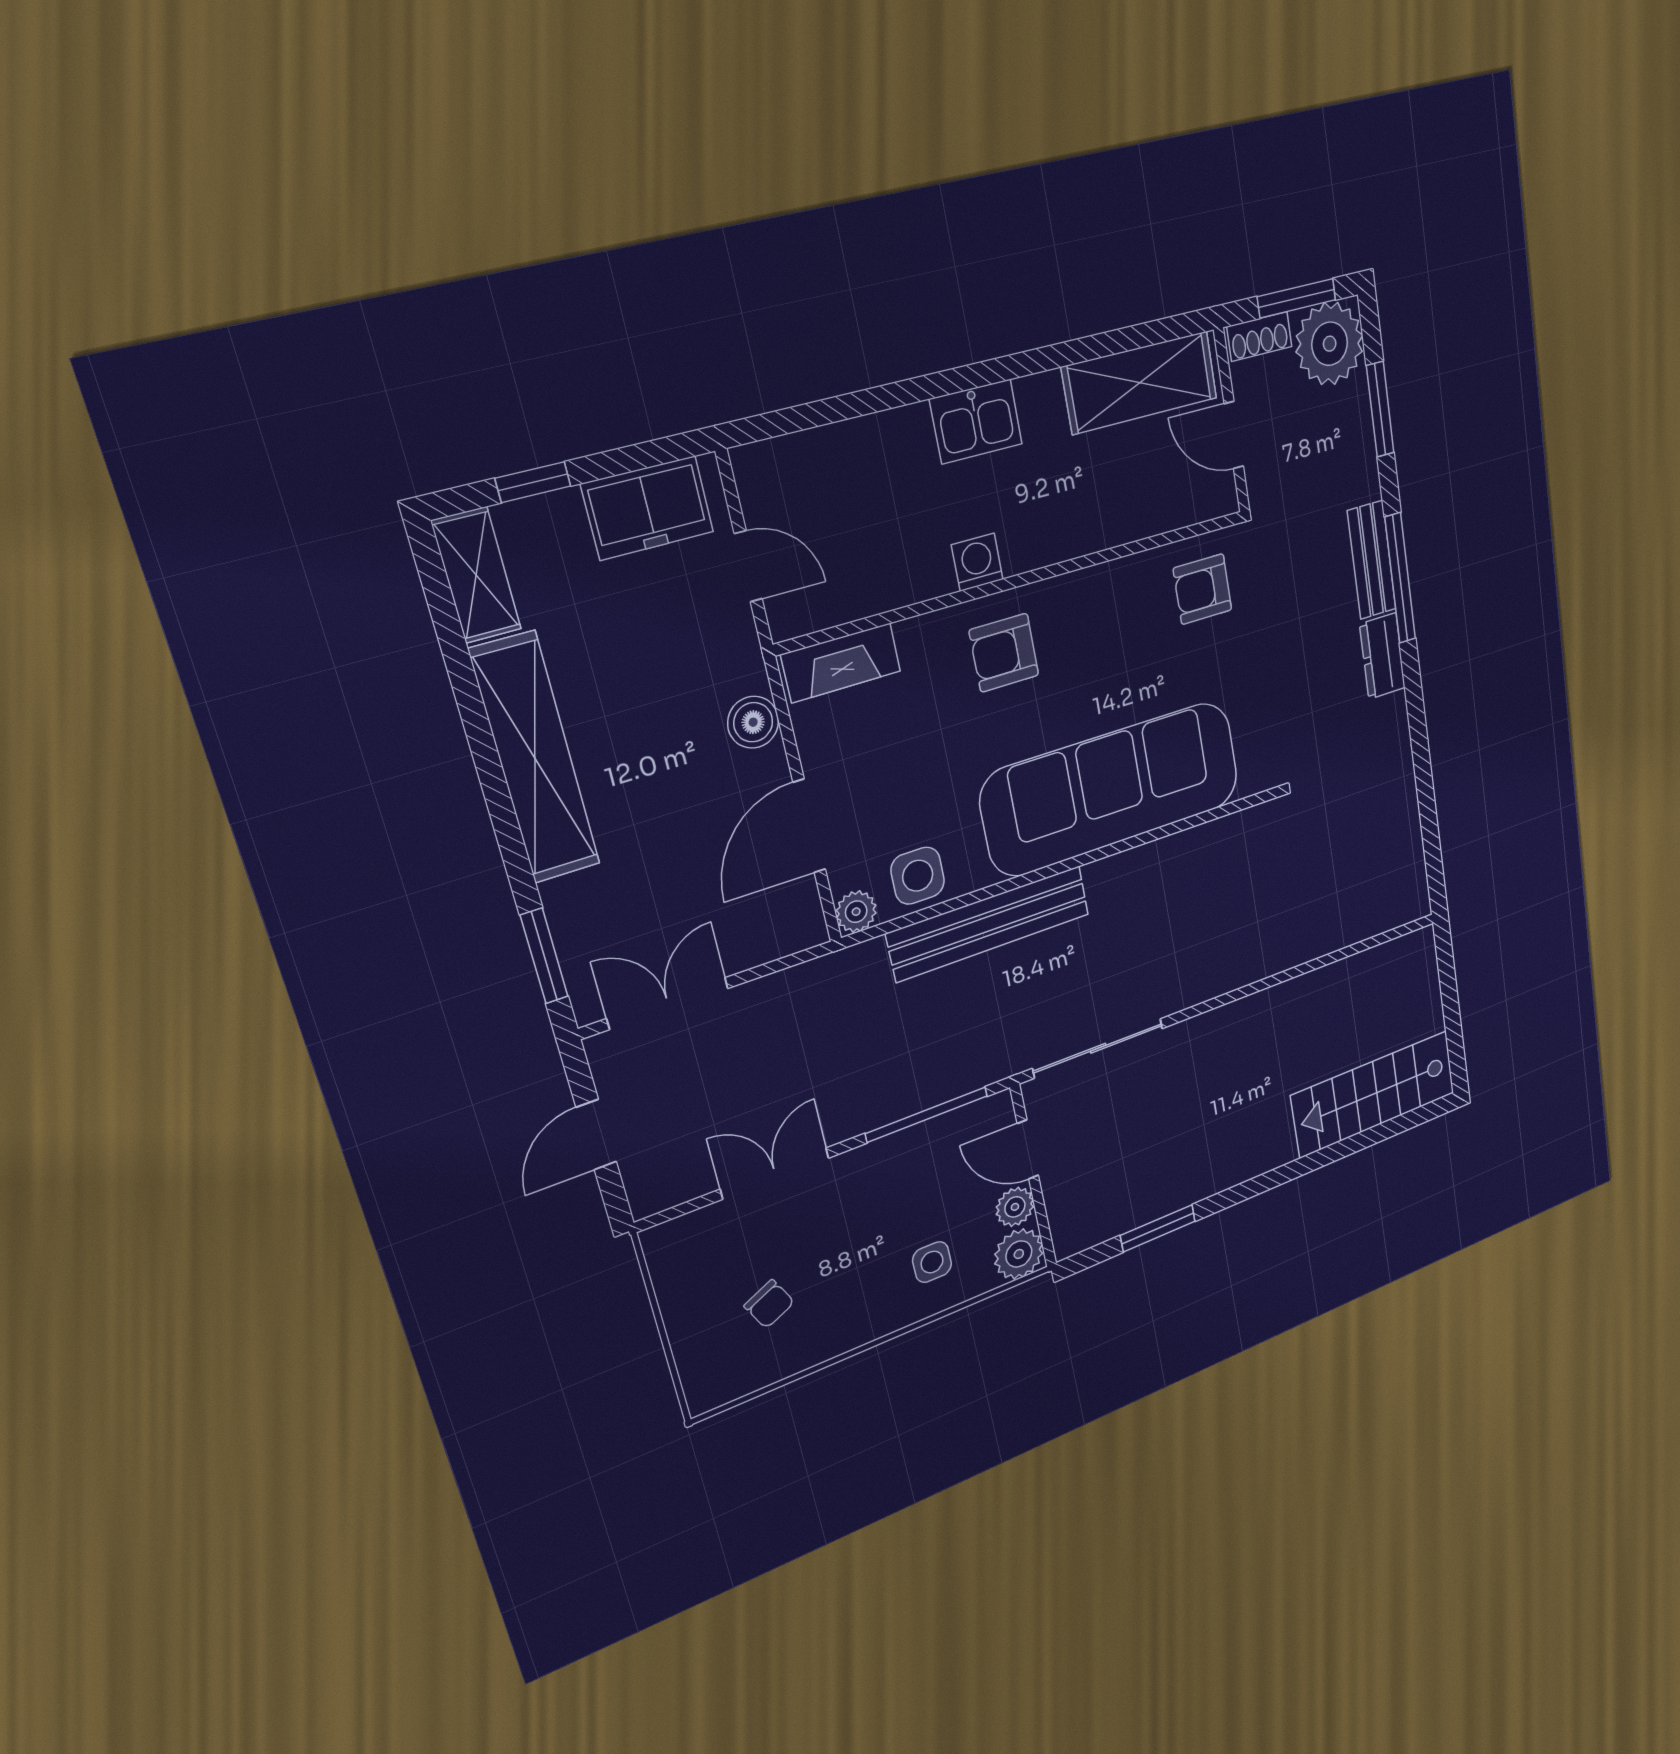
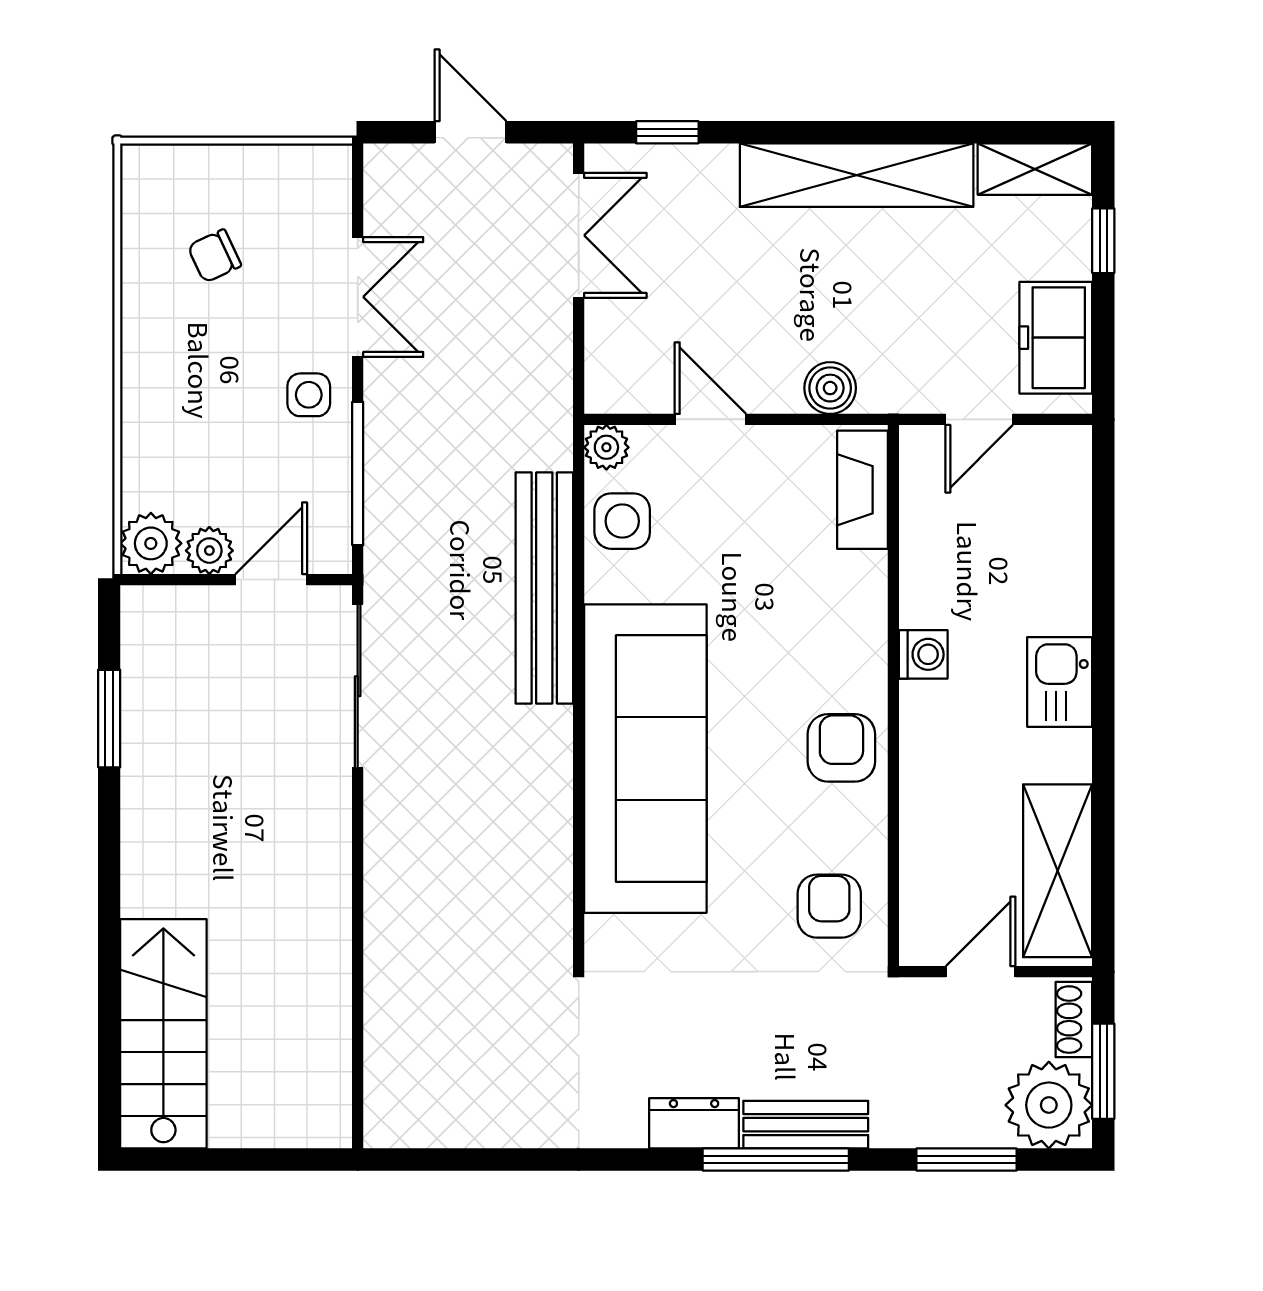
armchair: (1004, 653) -> (841, 748), moved
door: (809, 826) -> (710, 419), width x0.73
window: (544, 956) -> (667, 132), width x0.67
side table: (932, 1262) -> (309, 395), moved

